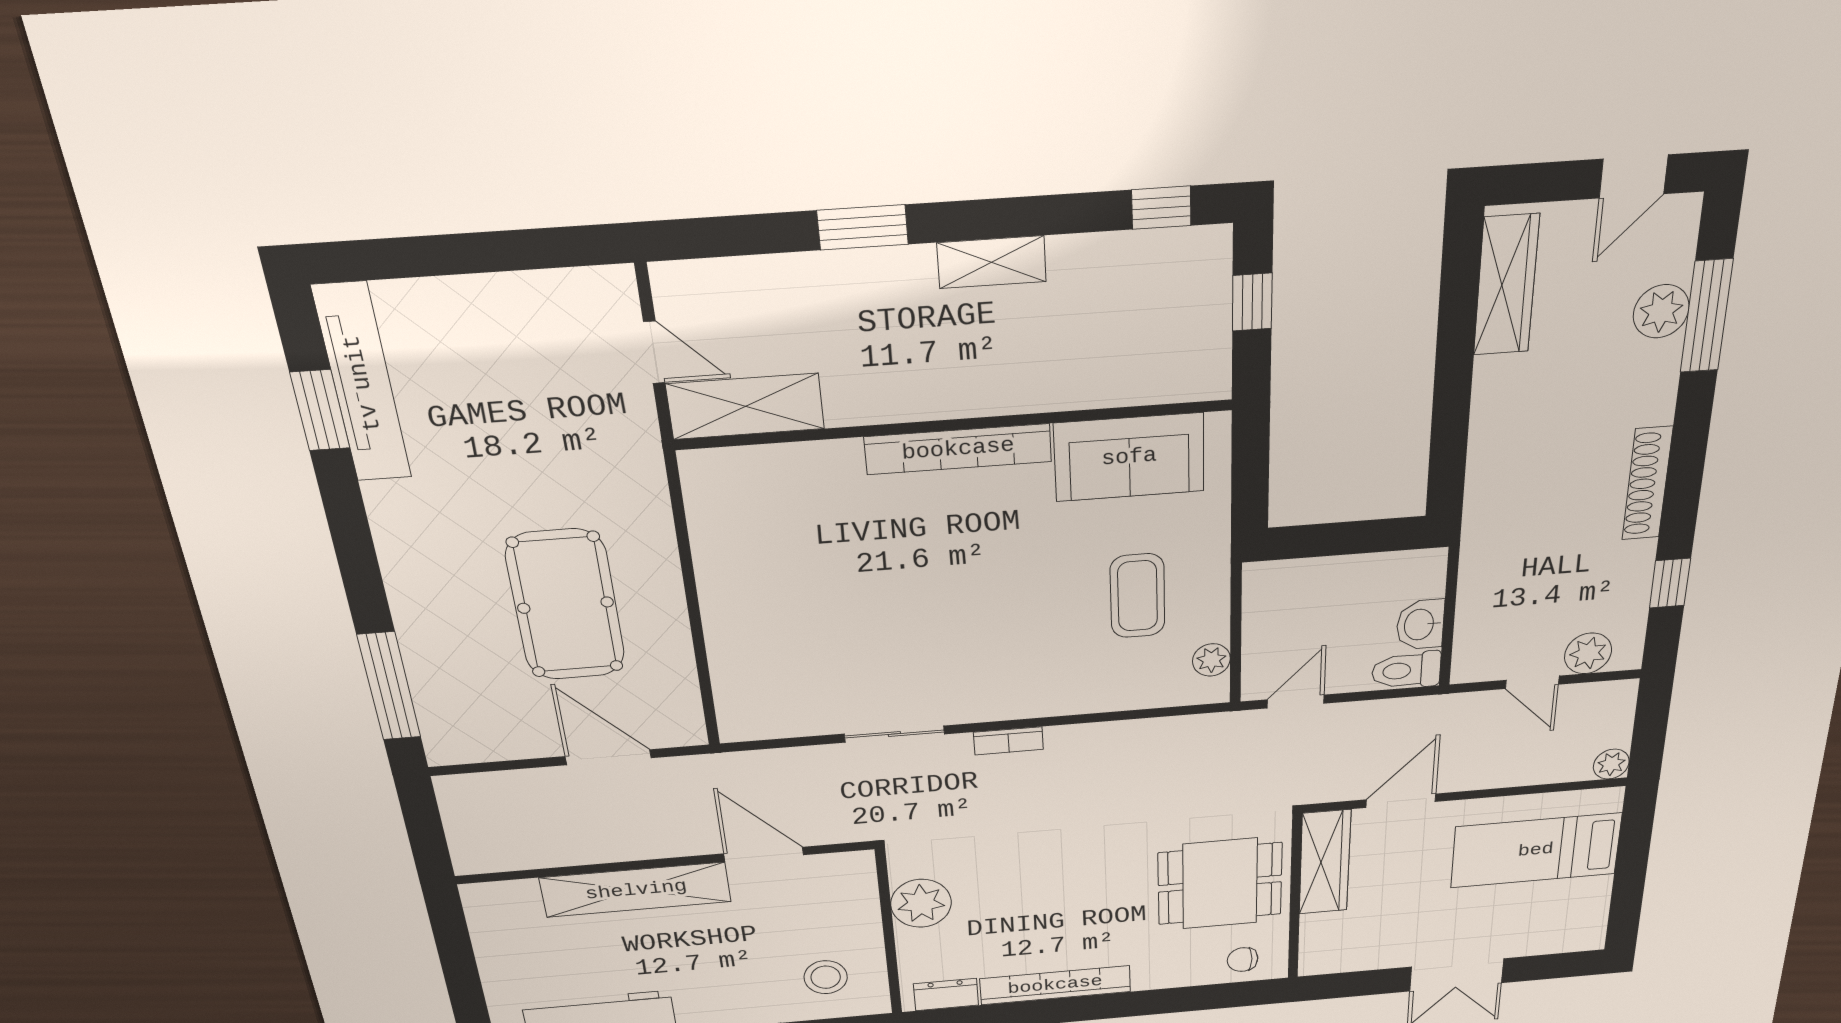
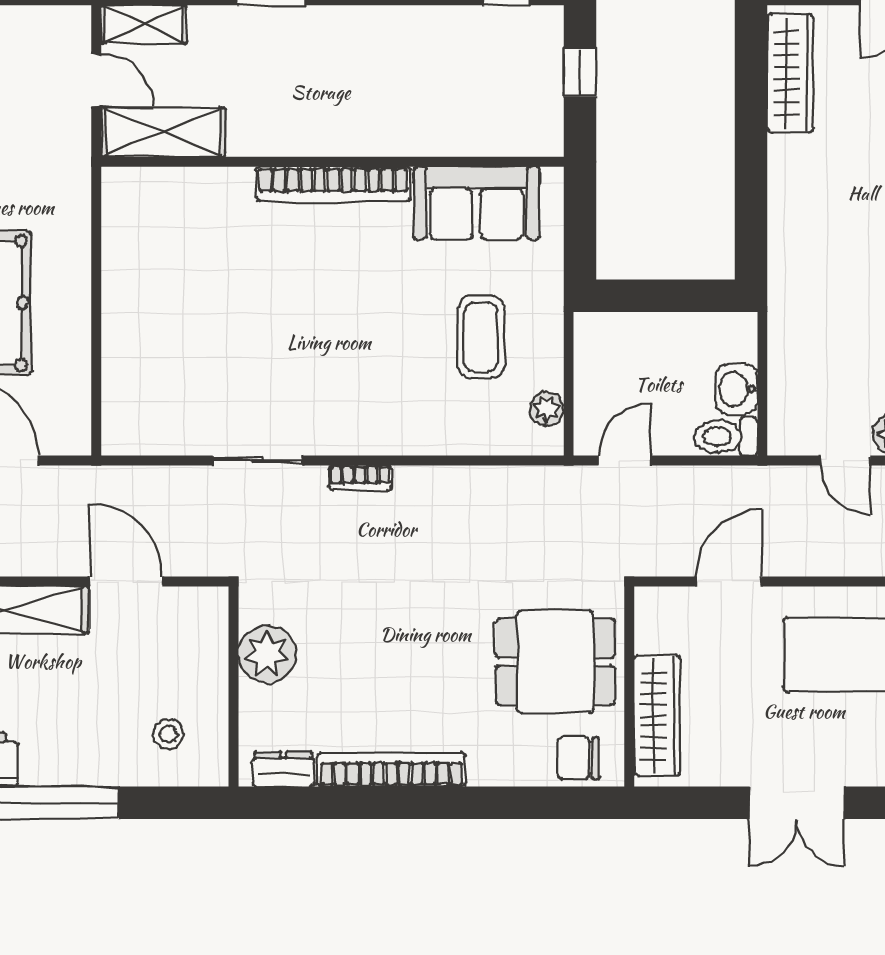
shelving: (992, 262) -> (144, 24), moved
wardrobe: (1325, 862) -> (657, 715), moved
chair: (1243, 960) -> (578, 758), width x1.37, depth x1.37
stool: (826, 977) -> (168, 734), width x0.73, depth x0.73

